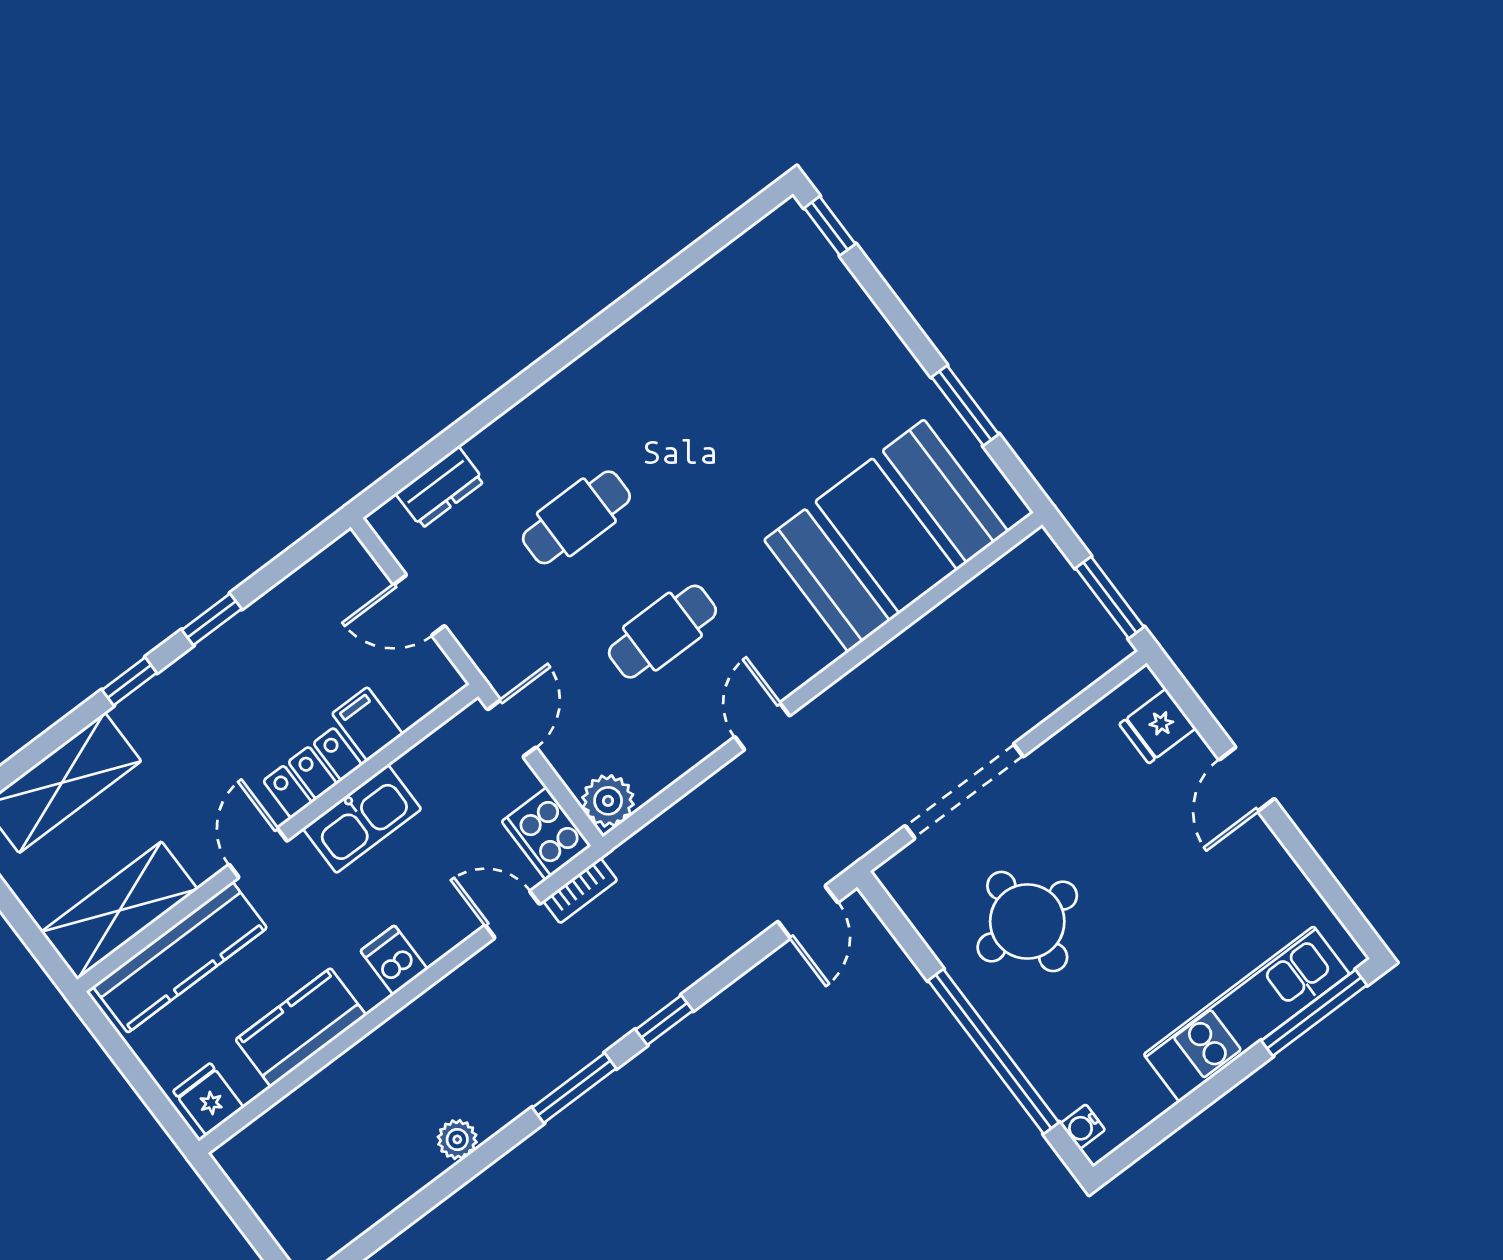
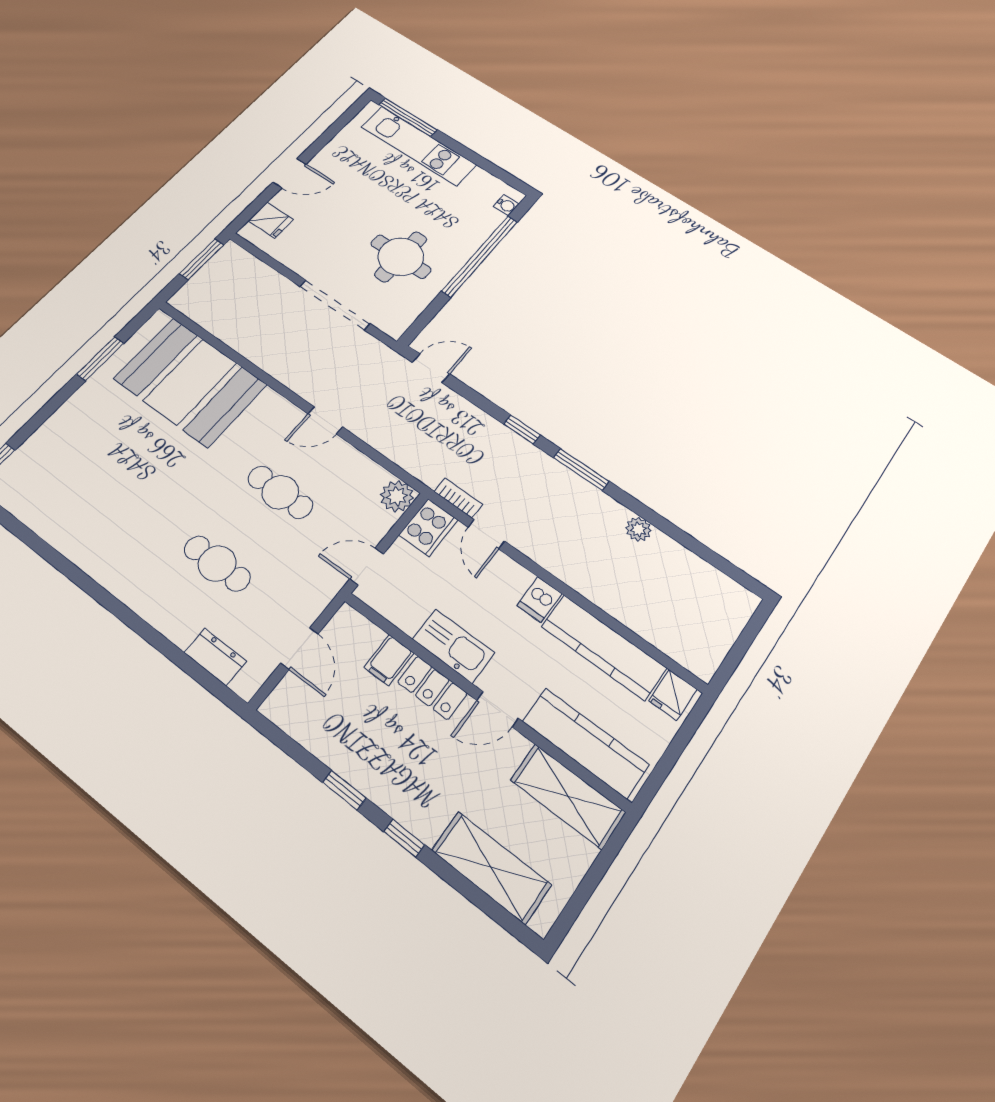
kitchen counter: (301, 1027) -> (604, 647), width x1.50

